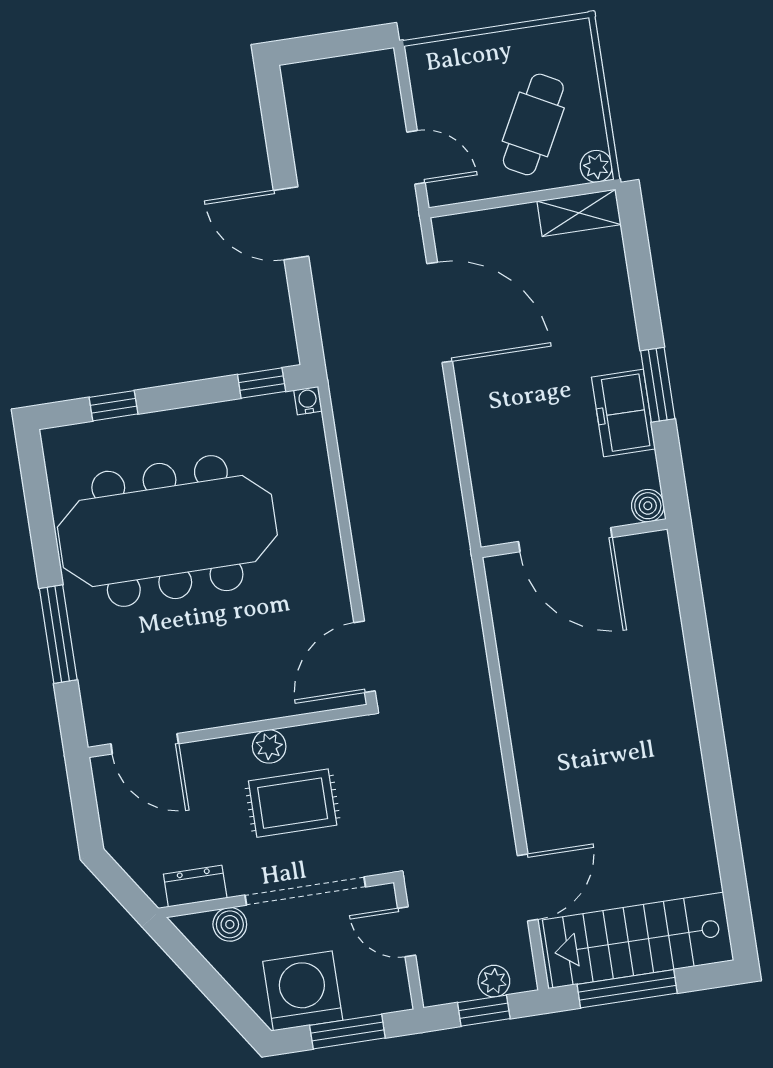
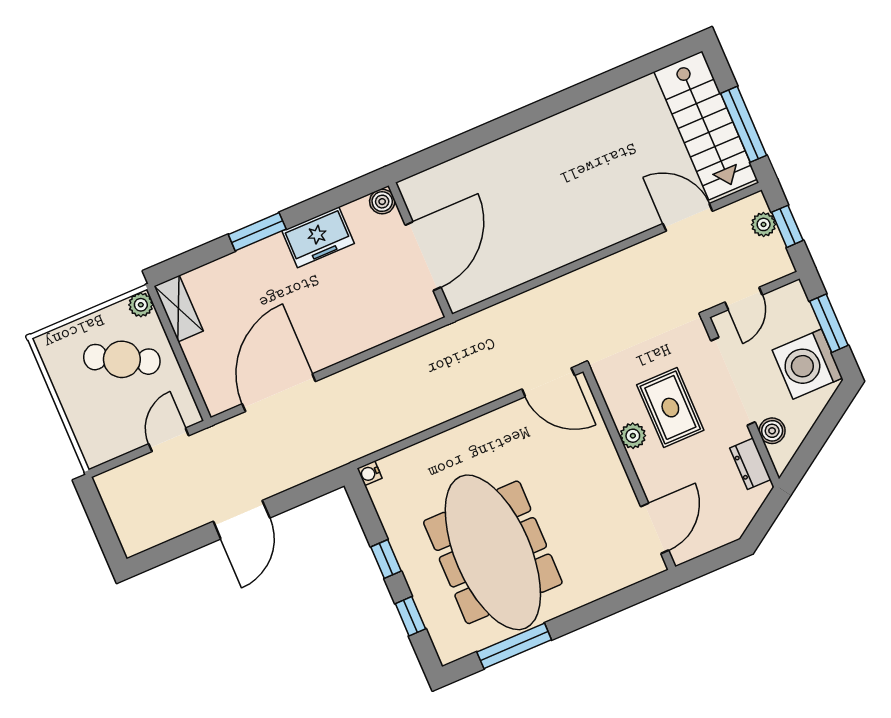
window: (262, 383) -> (386, 559), moved
window: (658, 385) -> (257, 232), moved
window: (58, 634) -> (514, 646), moved

